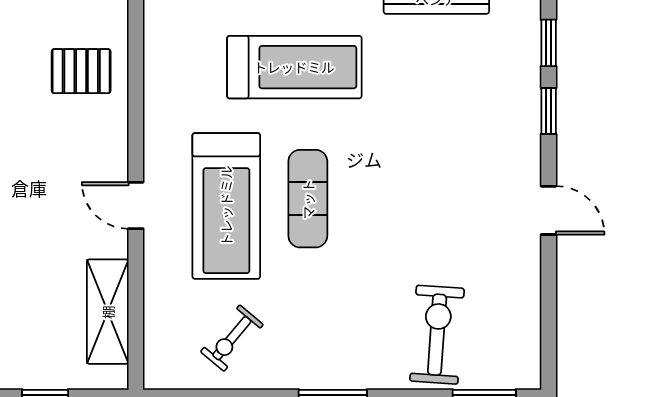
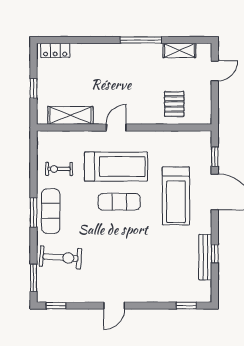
window: (549, 111) -> (56, 306), moved
treadmill: (226, 206) -> (116, 167), turned 180
exercise bike: (232, 338) -> (59, 169), turned -40
exercise mat: (329, 357) -> (51, 211), added

